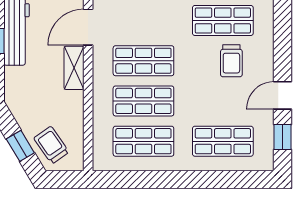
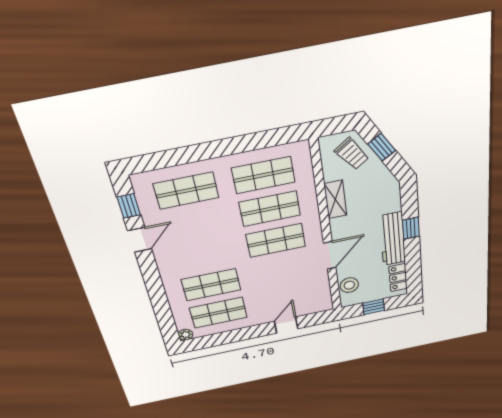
trolley: (231, 61) -> (195, 257), removed
shelving: (74, 68) -> (335, 199), moved

